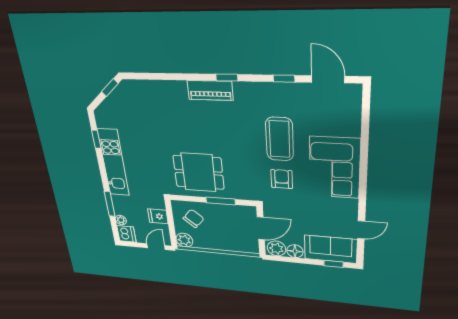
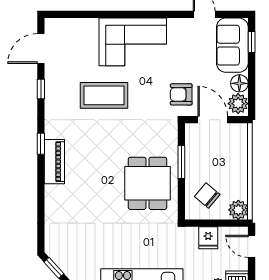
armchair: (282, 179) -> (181, 94), moved

